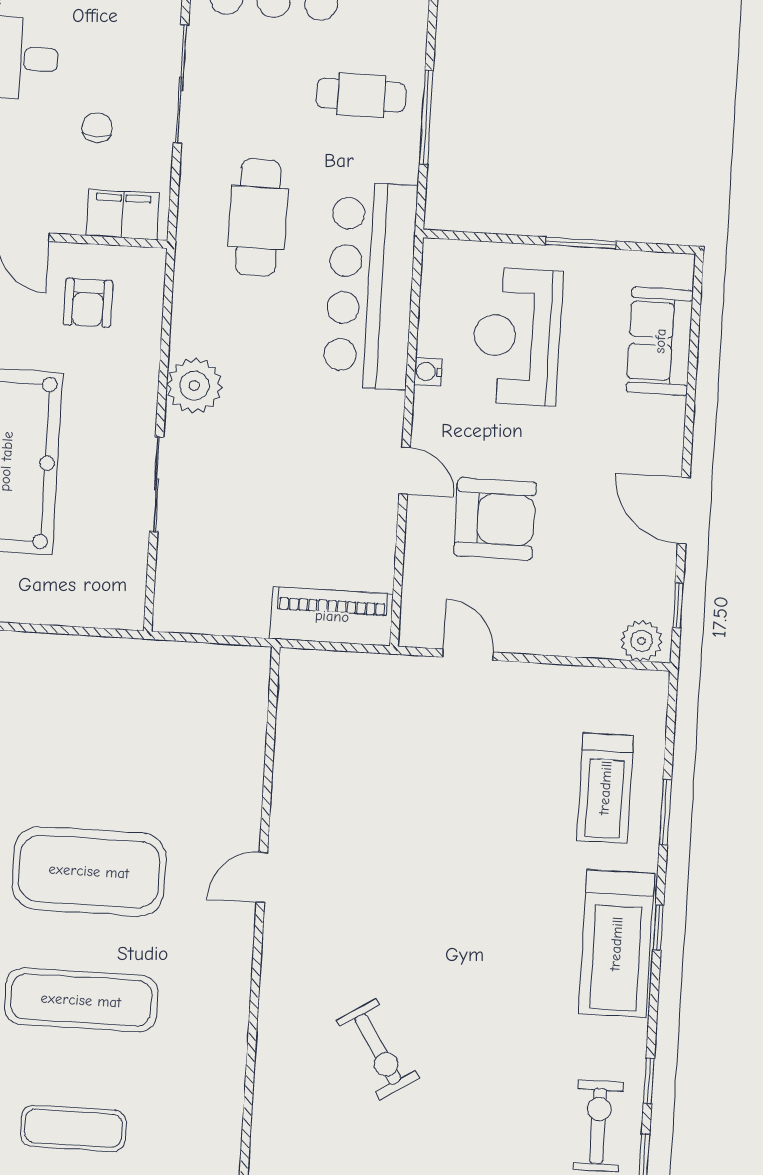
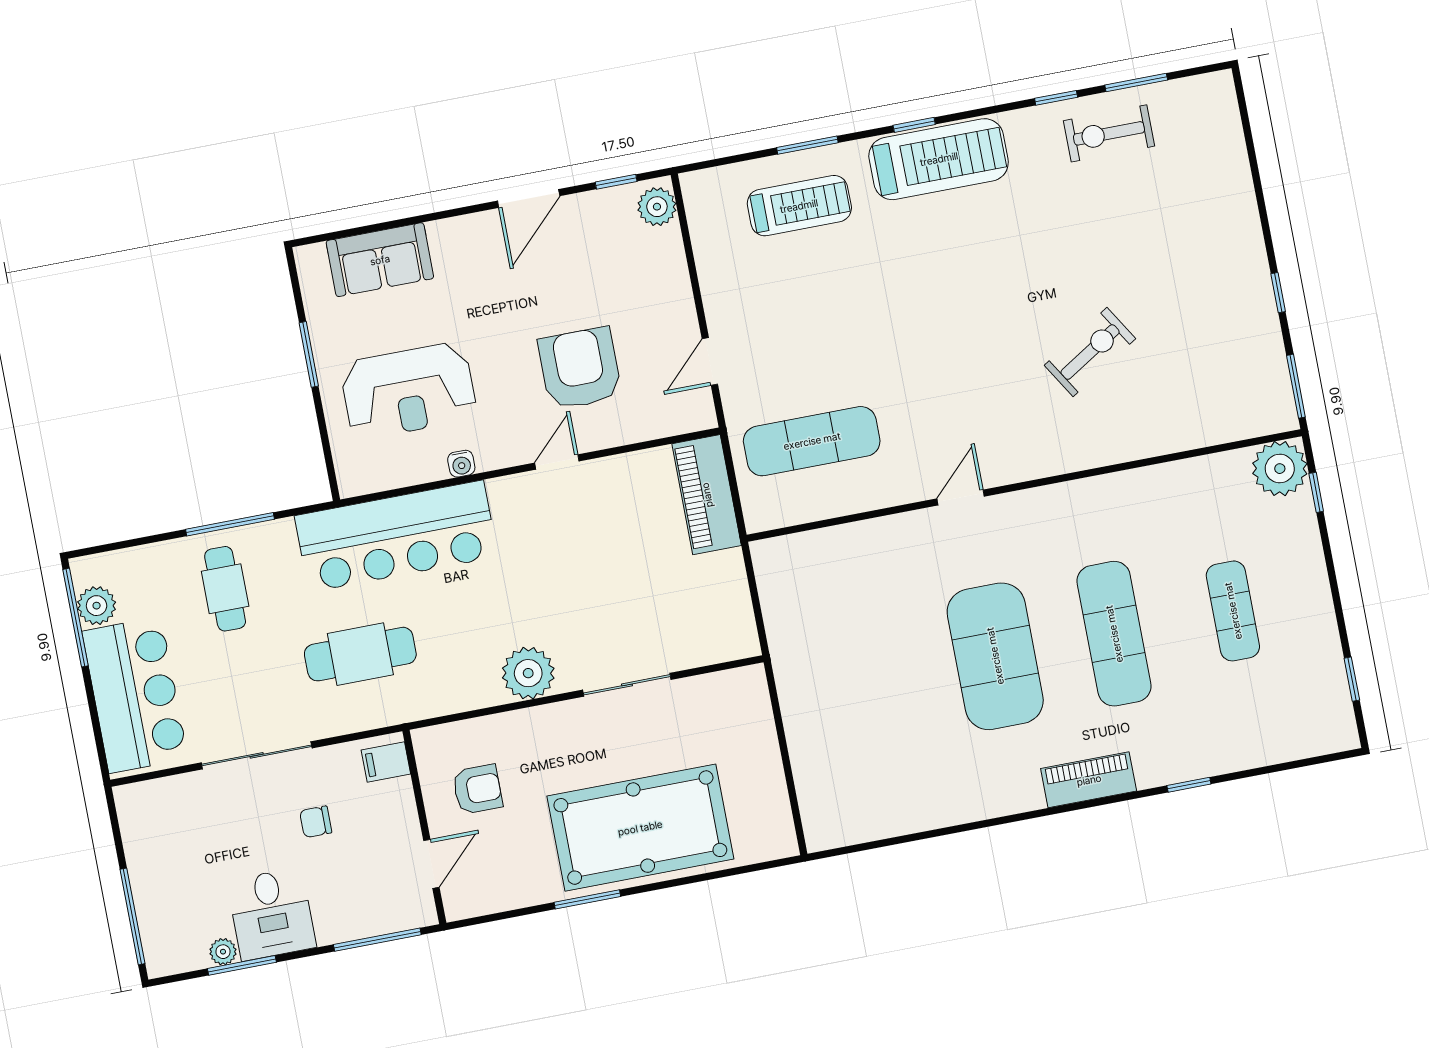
filing cabinet: (123, 214) -> (386, 762), width x0.50
exercise mat: (359, 739) -> (812, 441), added
door: (262, 877) -> (961, 498), swing flipped

